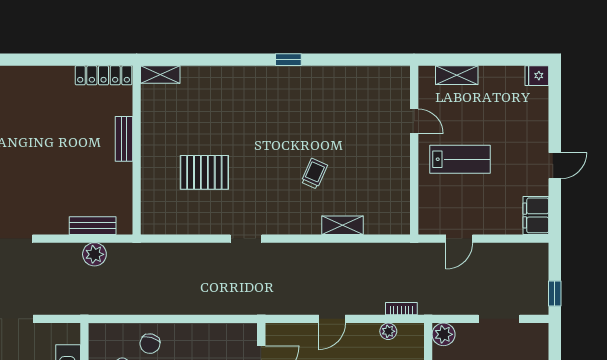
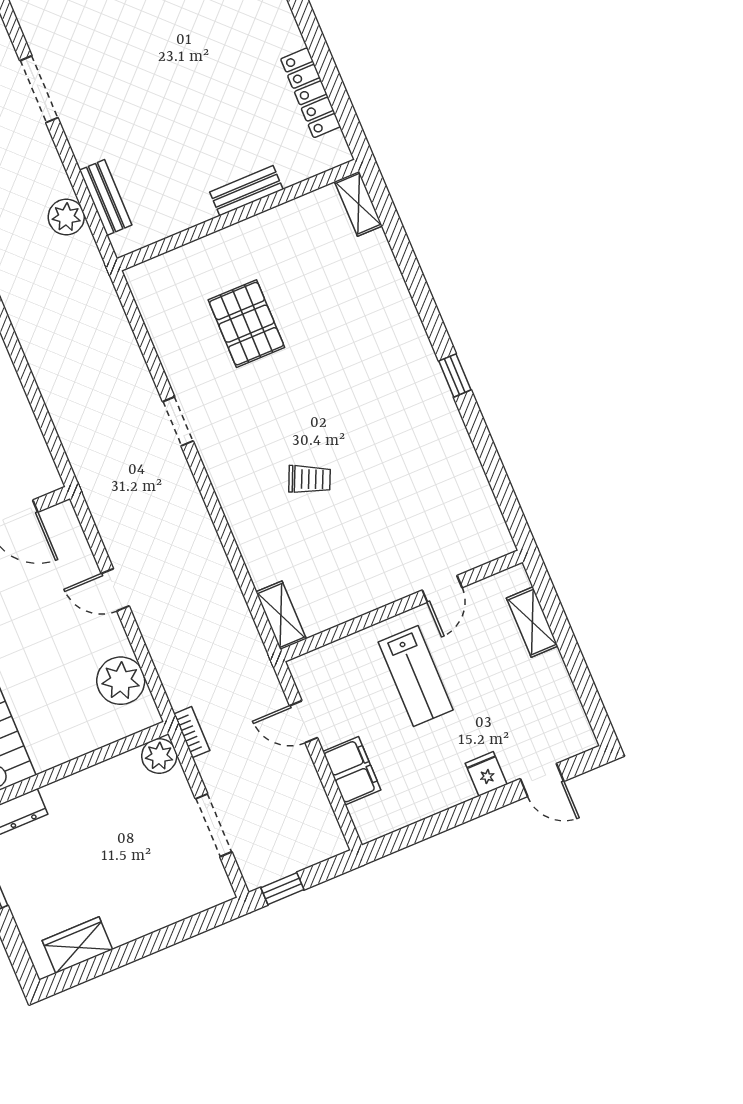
locker: (104, 75) -> (311, 93), moved
fridge: (537, 76) -> (486, 774), moved
door: (555, 166) -> (542, 780), moved
filing cabinet: (536, 215) -> (352, 771), moved, turned 90
shelving: (343, 225) -> (281, 615), moved
bookcase: (401, 309) -> (192, 732), moved
plant: (388, 331) -> (121, 681), width x1.87, depth x1.87

